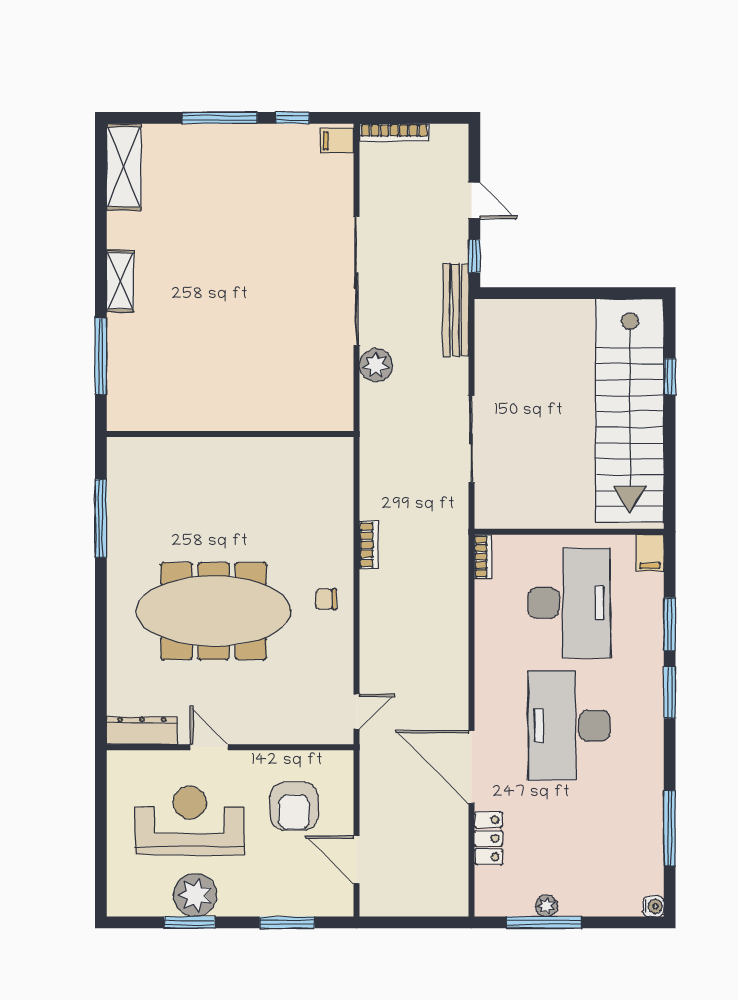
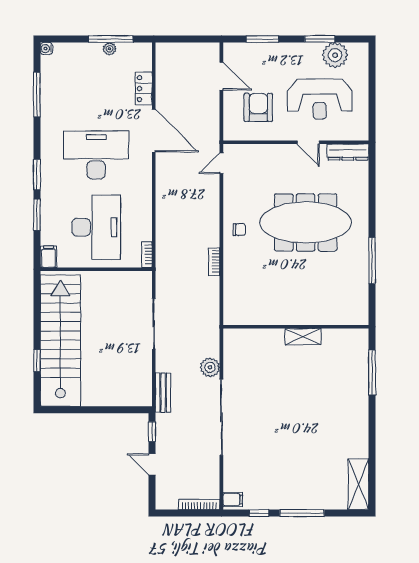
shelving: (120, 281) -> (303, 337), moved, turned 90
bench: (456, 310) -> (163, 393), width x0.73
window: (101, 518) -> (372, 261), moved
desk: (569, 603) -> (96, 227), turned 180
desk: (569, 726) -> (96, 155), turned -90
plant: (195, 895) -> (335, 55), moved

